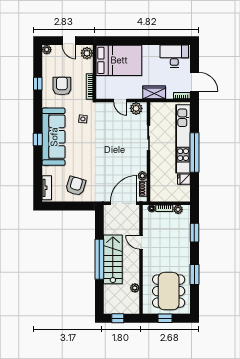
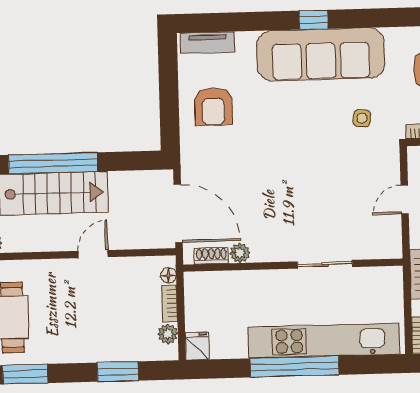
plant: (136, 108) -> (388, 235), removed
fridge: (184, 179) -> (197, 346), moved
armchair: (76, 186) -> (213, 106), turned 73

